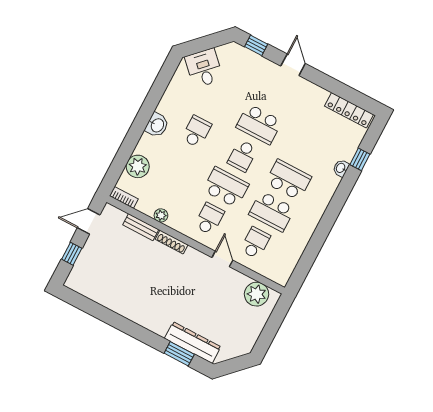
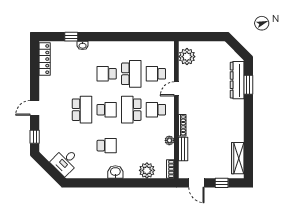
school desk: (197, 132) -> (107, 146), turned 180
school desk: (288, 180) -> (107, 74), width x0.54
wardrobe: (92, 291) -> (238, 158), added

